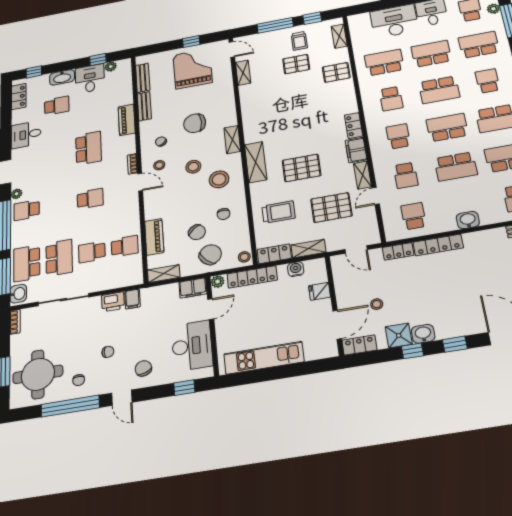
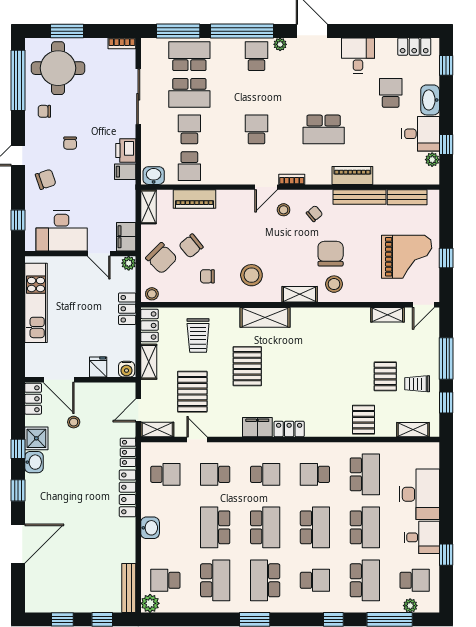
school desk: (439, 90) -> (315, 527), turned 180
school desk: (57, 106) -> (391, 93), turned 180
bench: (144, 106) -> (360, 197), width x1.36
stool: (193, 167) -> (334, 284), moved
shelving: (363, 175) -> (157, 430), moved
school desk: (90, 199) -> (256, 129), turned 180
water cooler: (296, 269) -> (127, 369), moved, turned 90
locker: (252, 277) -> (127, 309), width x0.66
washbasin: (18, 294) -> (154, 176), moved, turned 180
window: (70, 406) -> (18, 80), moved

